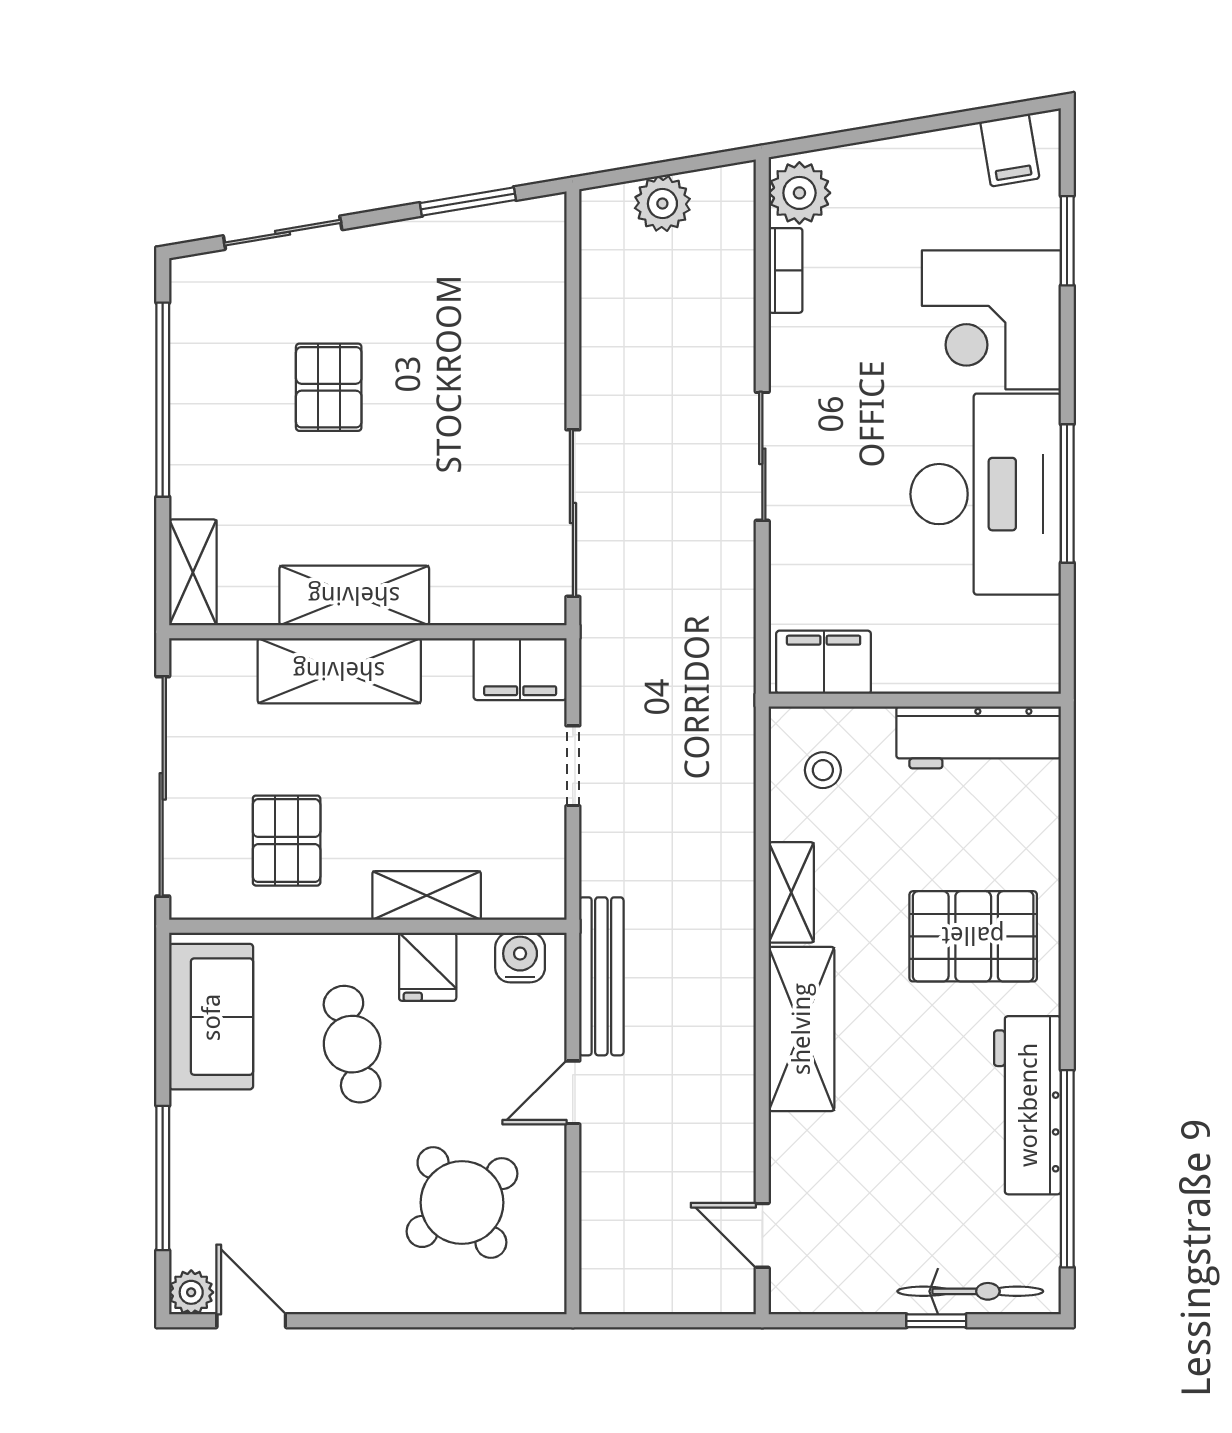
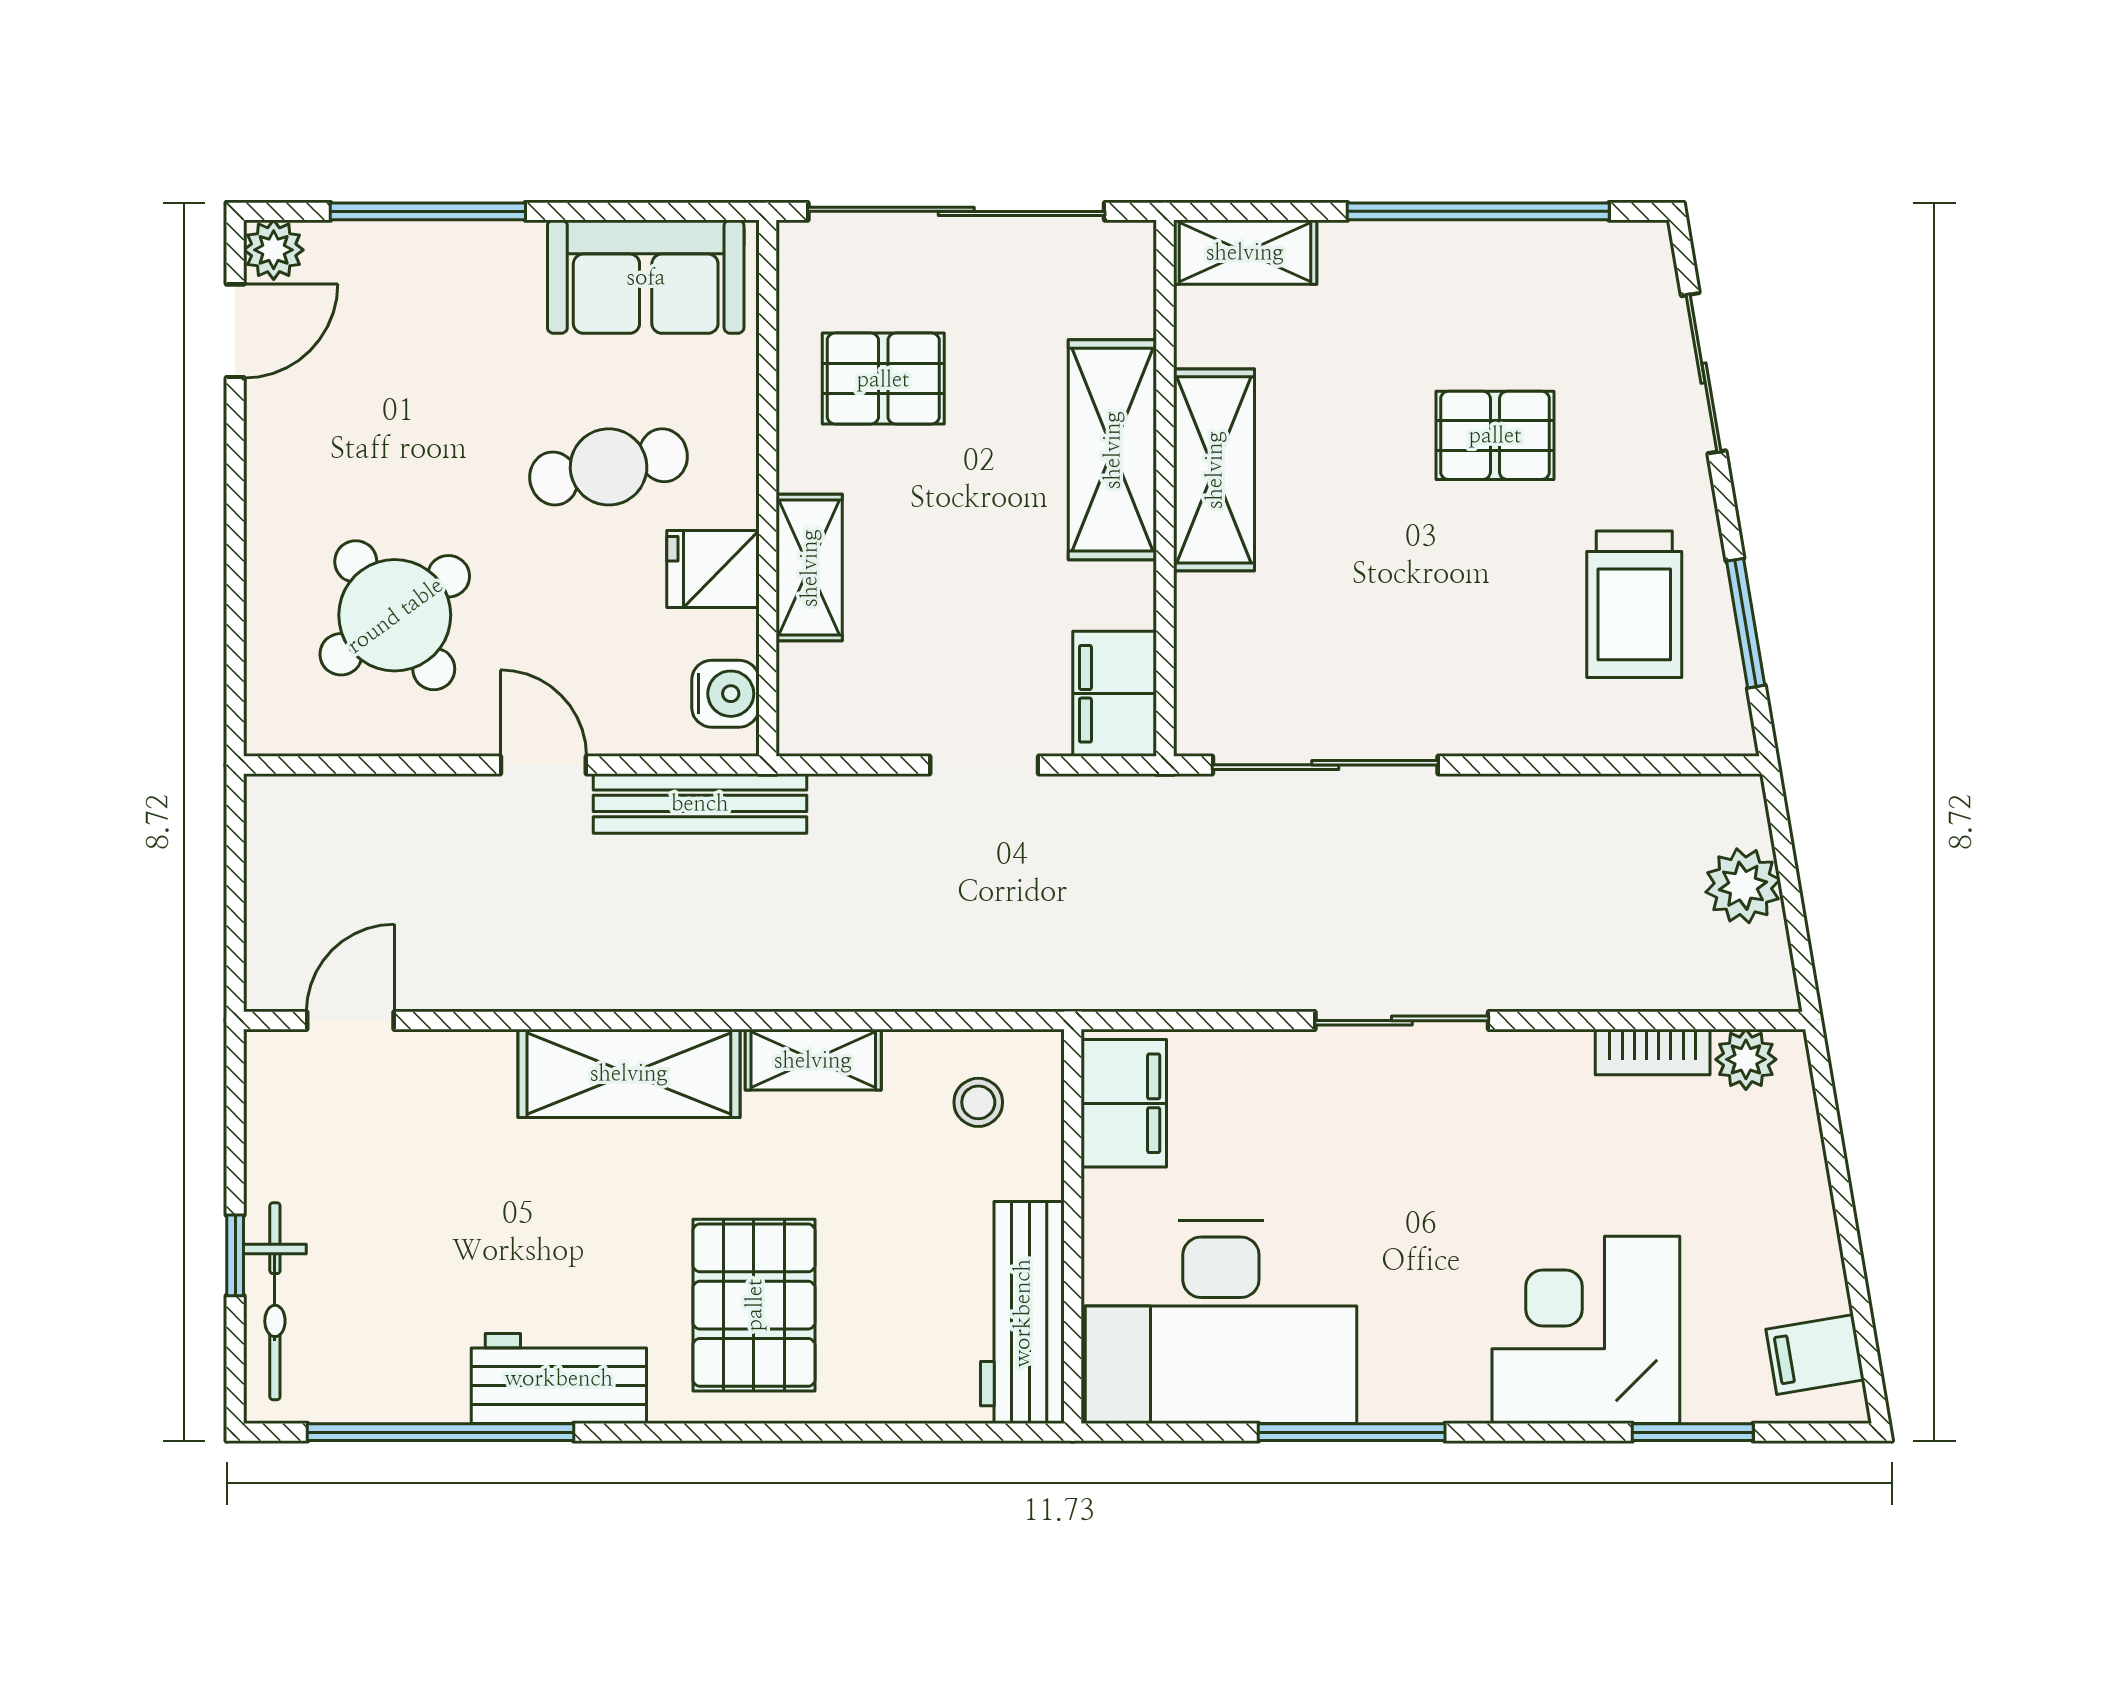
plant: (799, 193) -> (1746, 1059), width x0.73, depth x0.73
trolley: (454, 284) -> (1634, 604), added
desk: (986, 494) -> (1221, 1322), moved
workbench: (1028, 1105) -> (559, 1378), width x0.73

